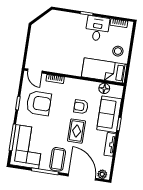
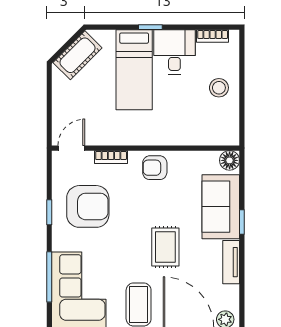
cot: (46, 22) -> (78, 55), added
door: (35, 71) -> (71, 148), swing flipped
bed: (104, 71) -> (134, 70), moved, turned -90
floor lamp: (104, 88) -> (230, 160), moved
armchair: (81, 107) -> (155, 168), moved

